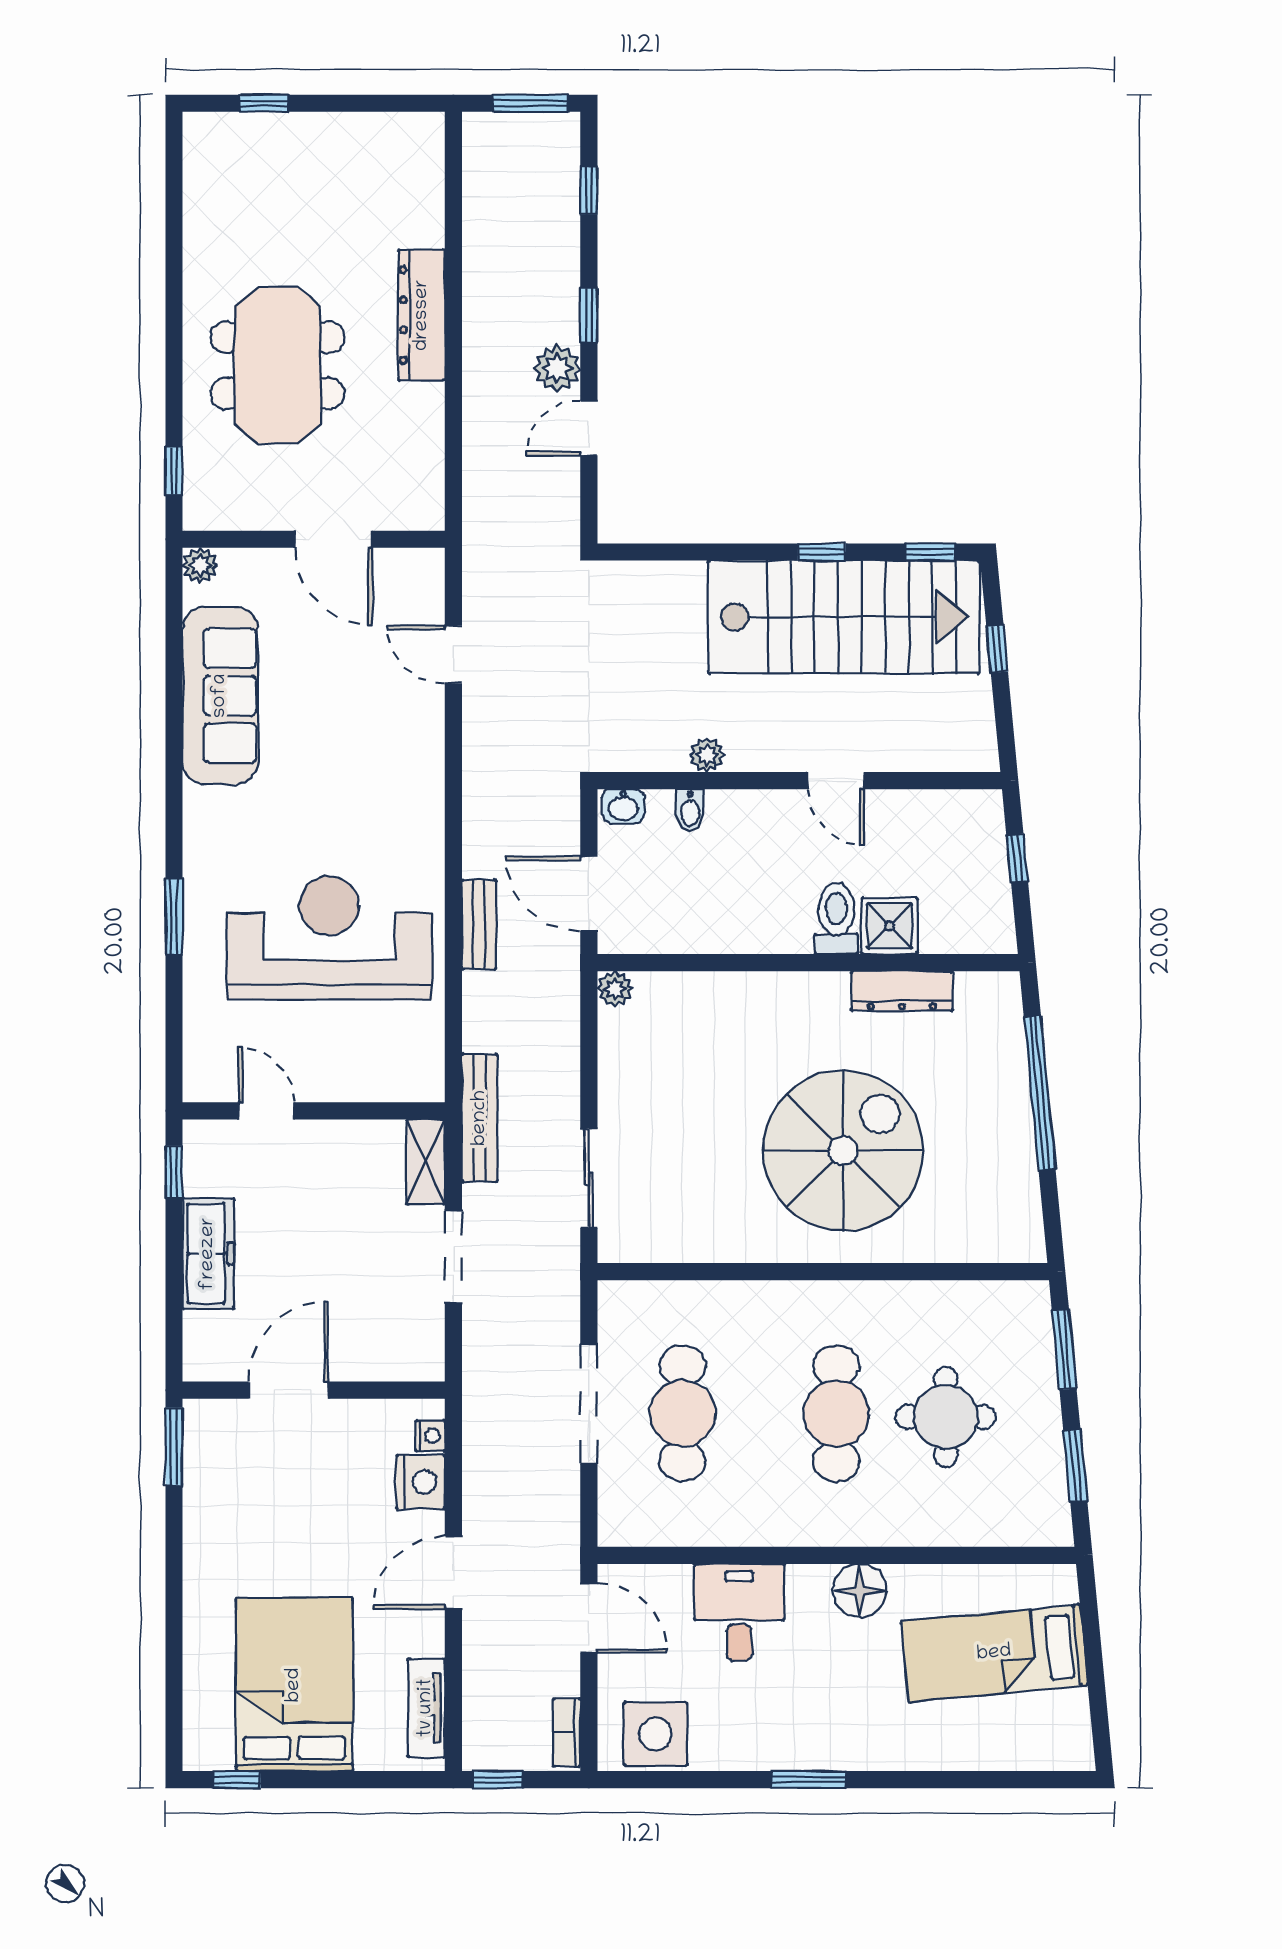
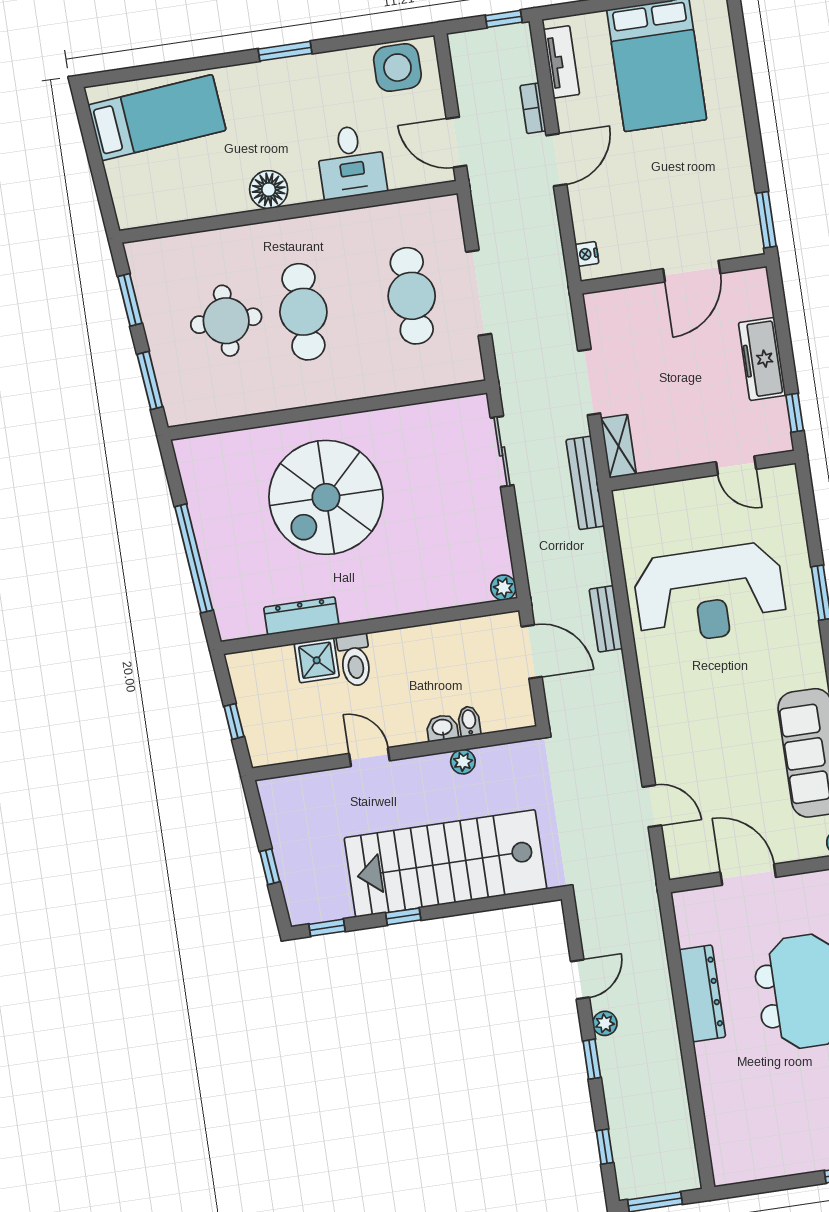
dresser: (422, 315) -> (702, 993), moved
plant: (557, 368) -> (605, 1023), width x0.73, depth x0.73
stairs: (844, 617) -> (445, 863), moved
washbasin: (623, 806) -> (442, 728), moved
nightstand: (421, 1482) -> (589, 220), removed
bed: (994, 1653) -> (157, 118), moved
bookcase: (567, 1732) -> (533, 108), moved, turned 180

